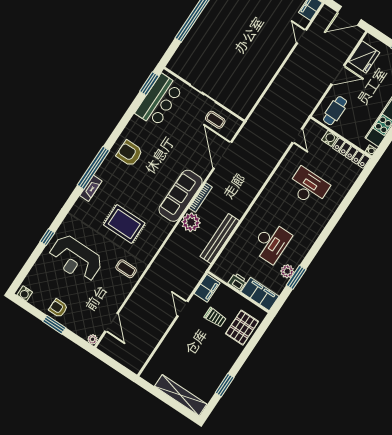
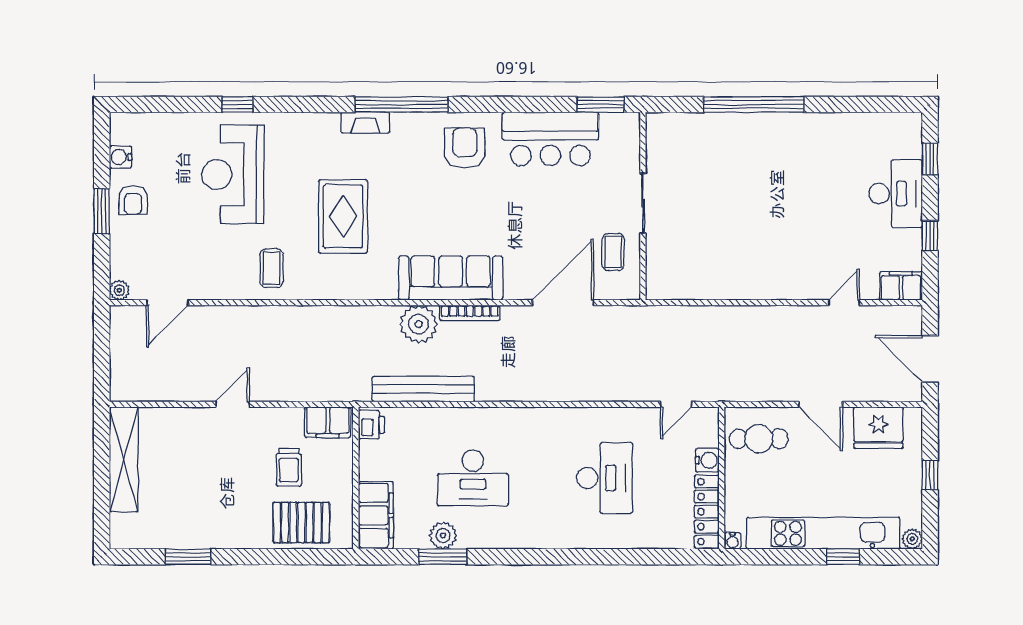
bar counter: (159, 100) -> (550, 139), moved
printer: (237, 282) -> (371, 425), moved
water cooler: (25, 294) -> (120, 157), moved
armchair: (58, 308) -> (133, 200), turned 180
door: (183, 309) -> (233, 404), moved
shelving: (181, 395) -> (124, 459), moved

